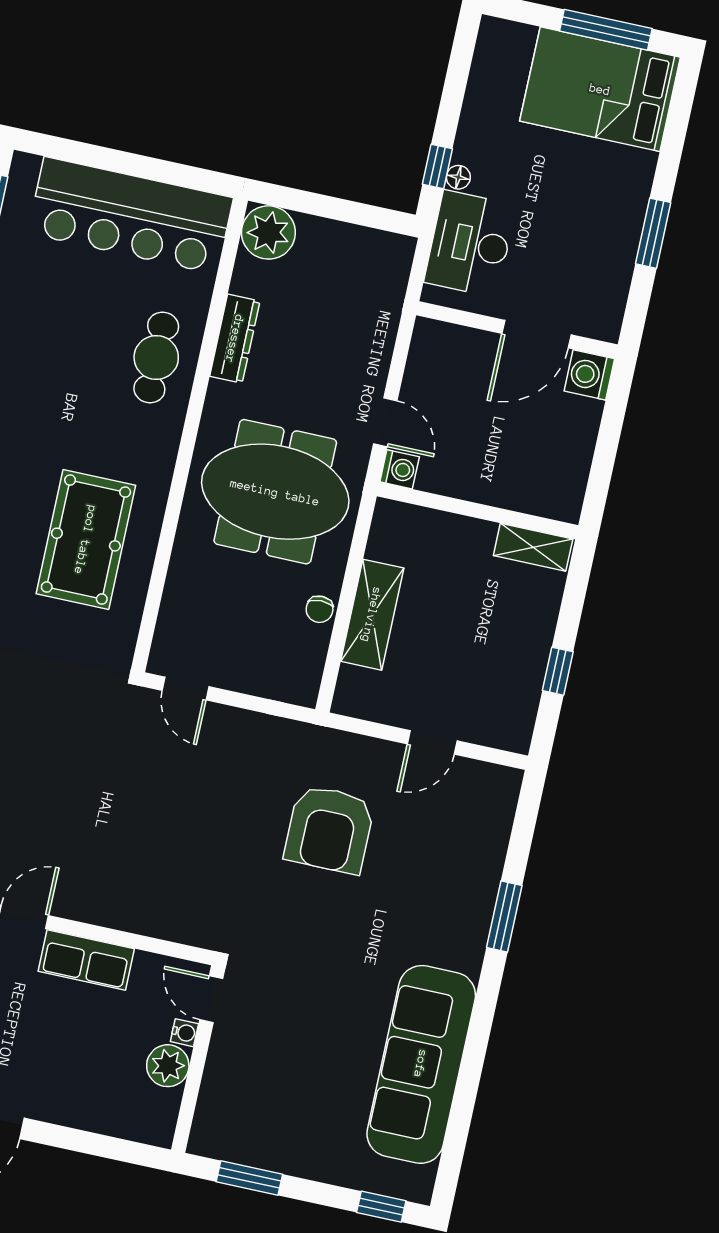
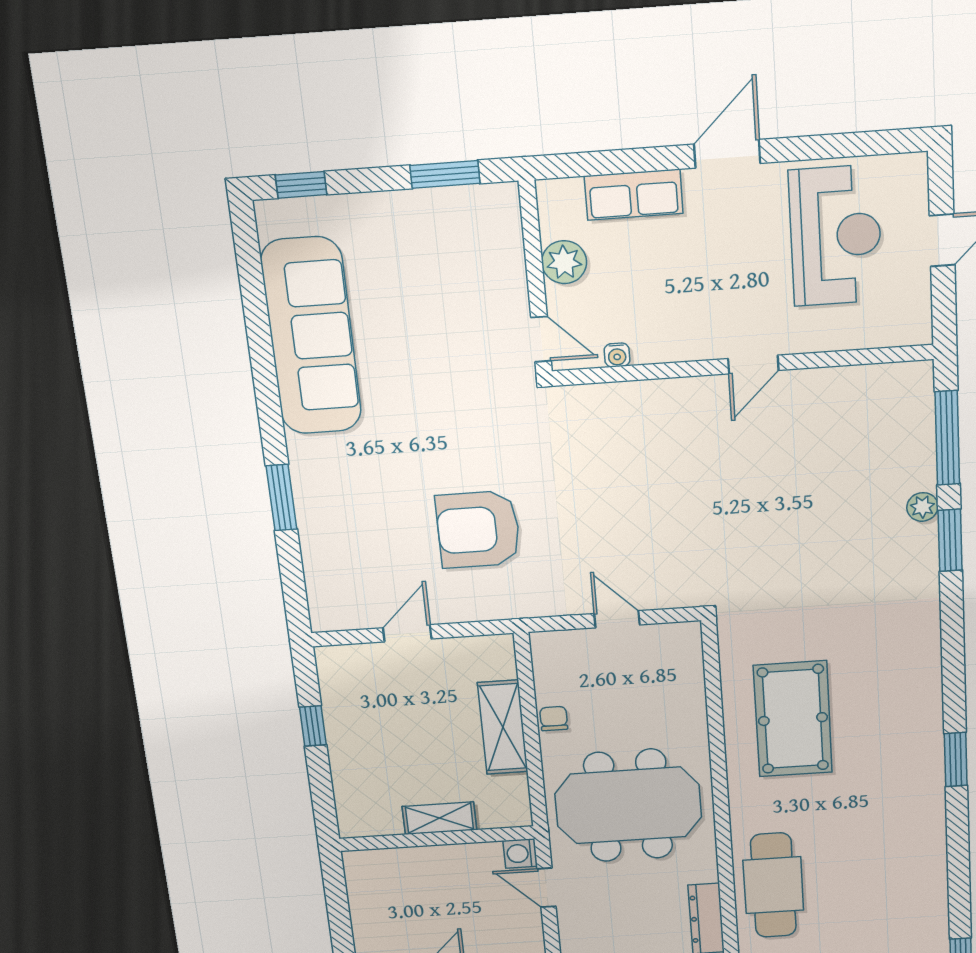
cafe table: (156, 358) -> (773, 885), width x1.37, depth x1.35
shelving: (533, 547) -> (439, 818), moved
door: (186, 689) -> (617, 619), moved
armchair: (329, 829) -> (478, 529), turned -90
row of seats: (86, 960) -> (634, 195), moved, turned 180
water cooler: (184, 1033) -> (617, 355), moved, turned -90

